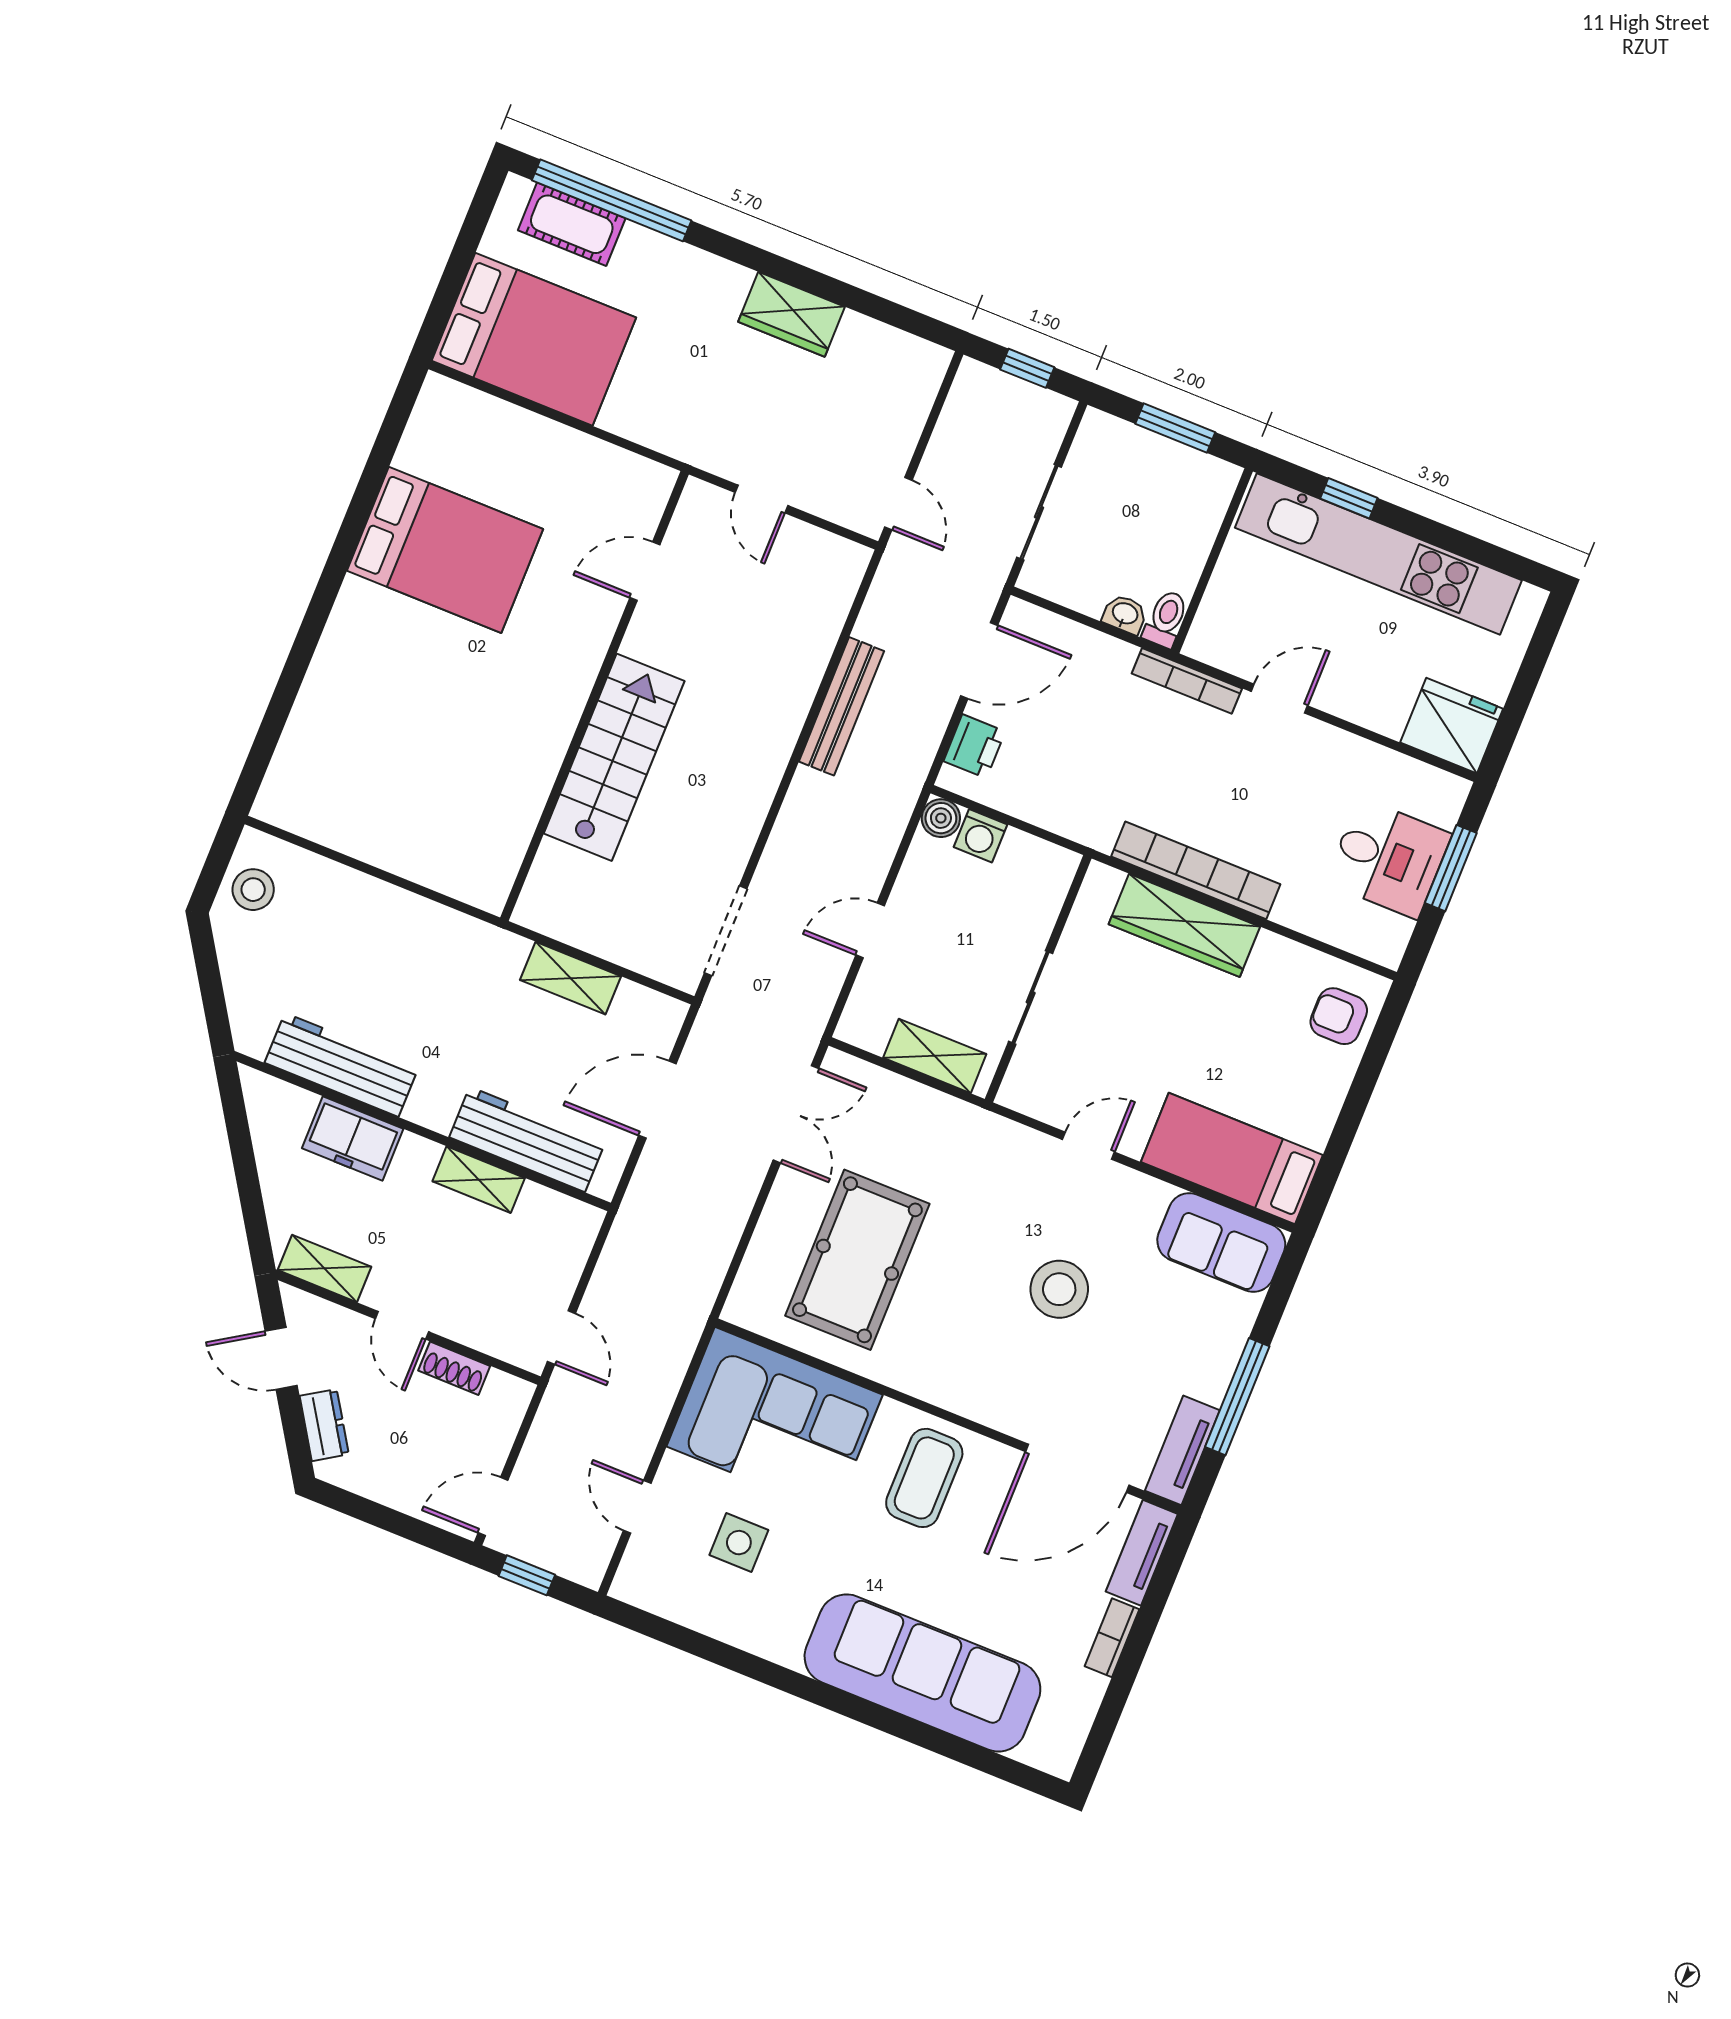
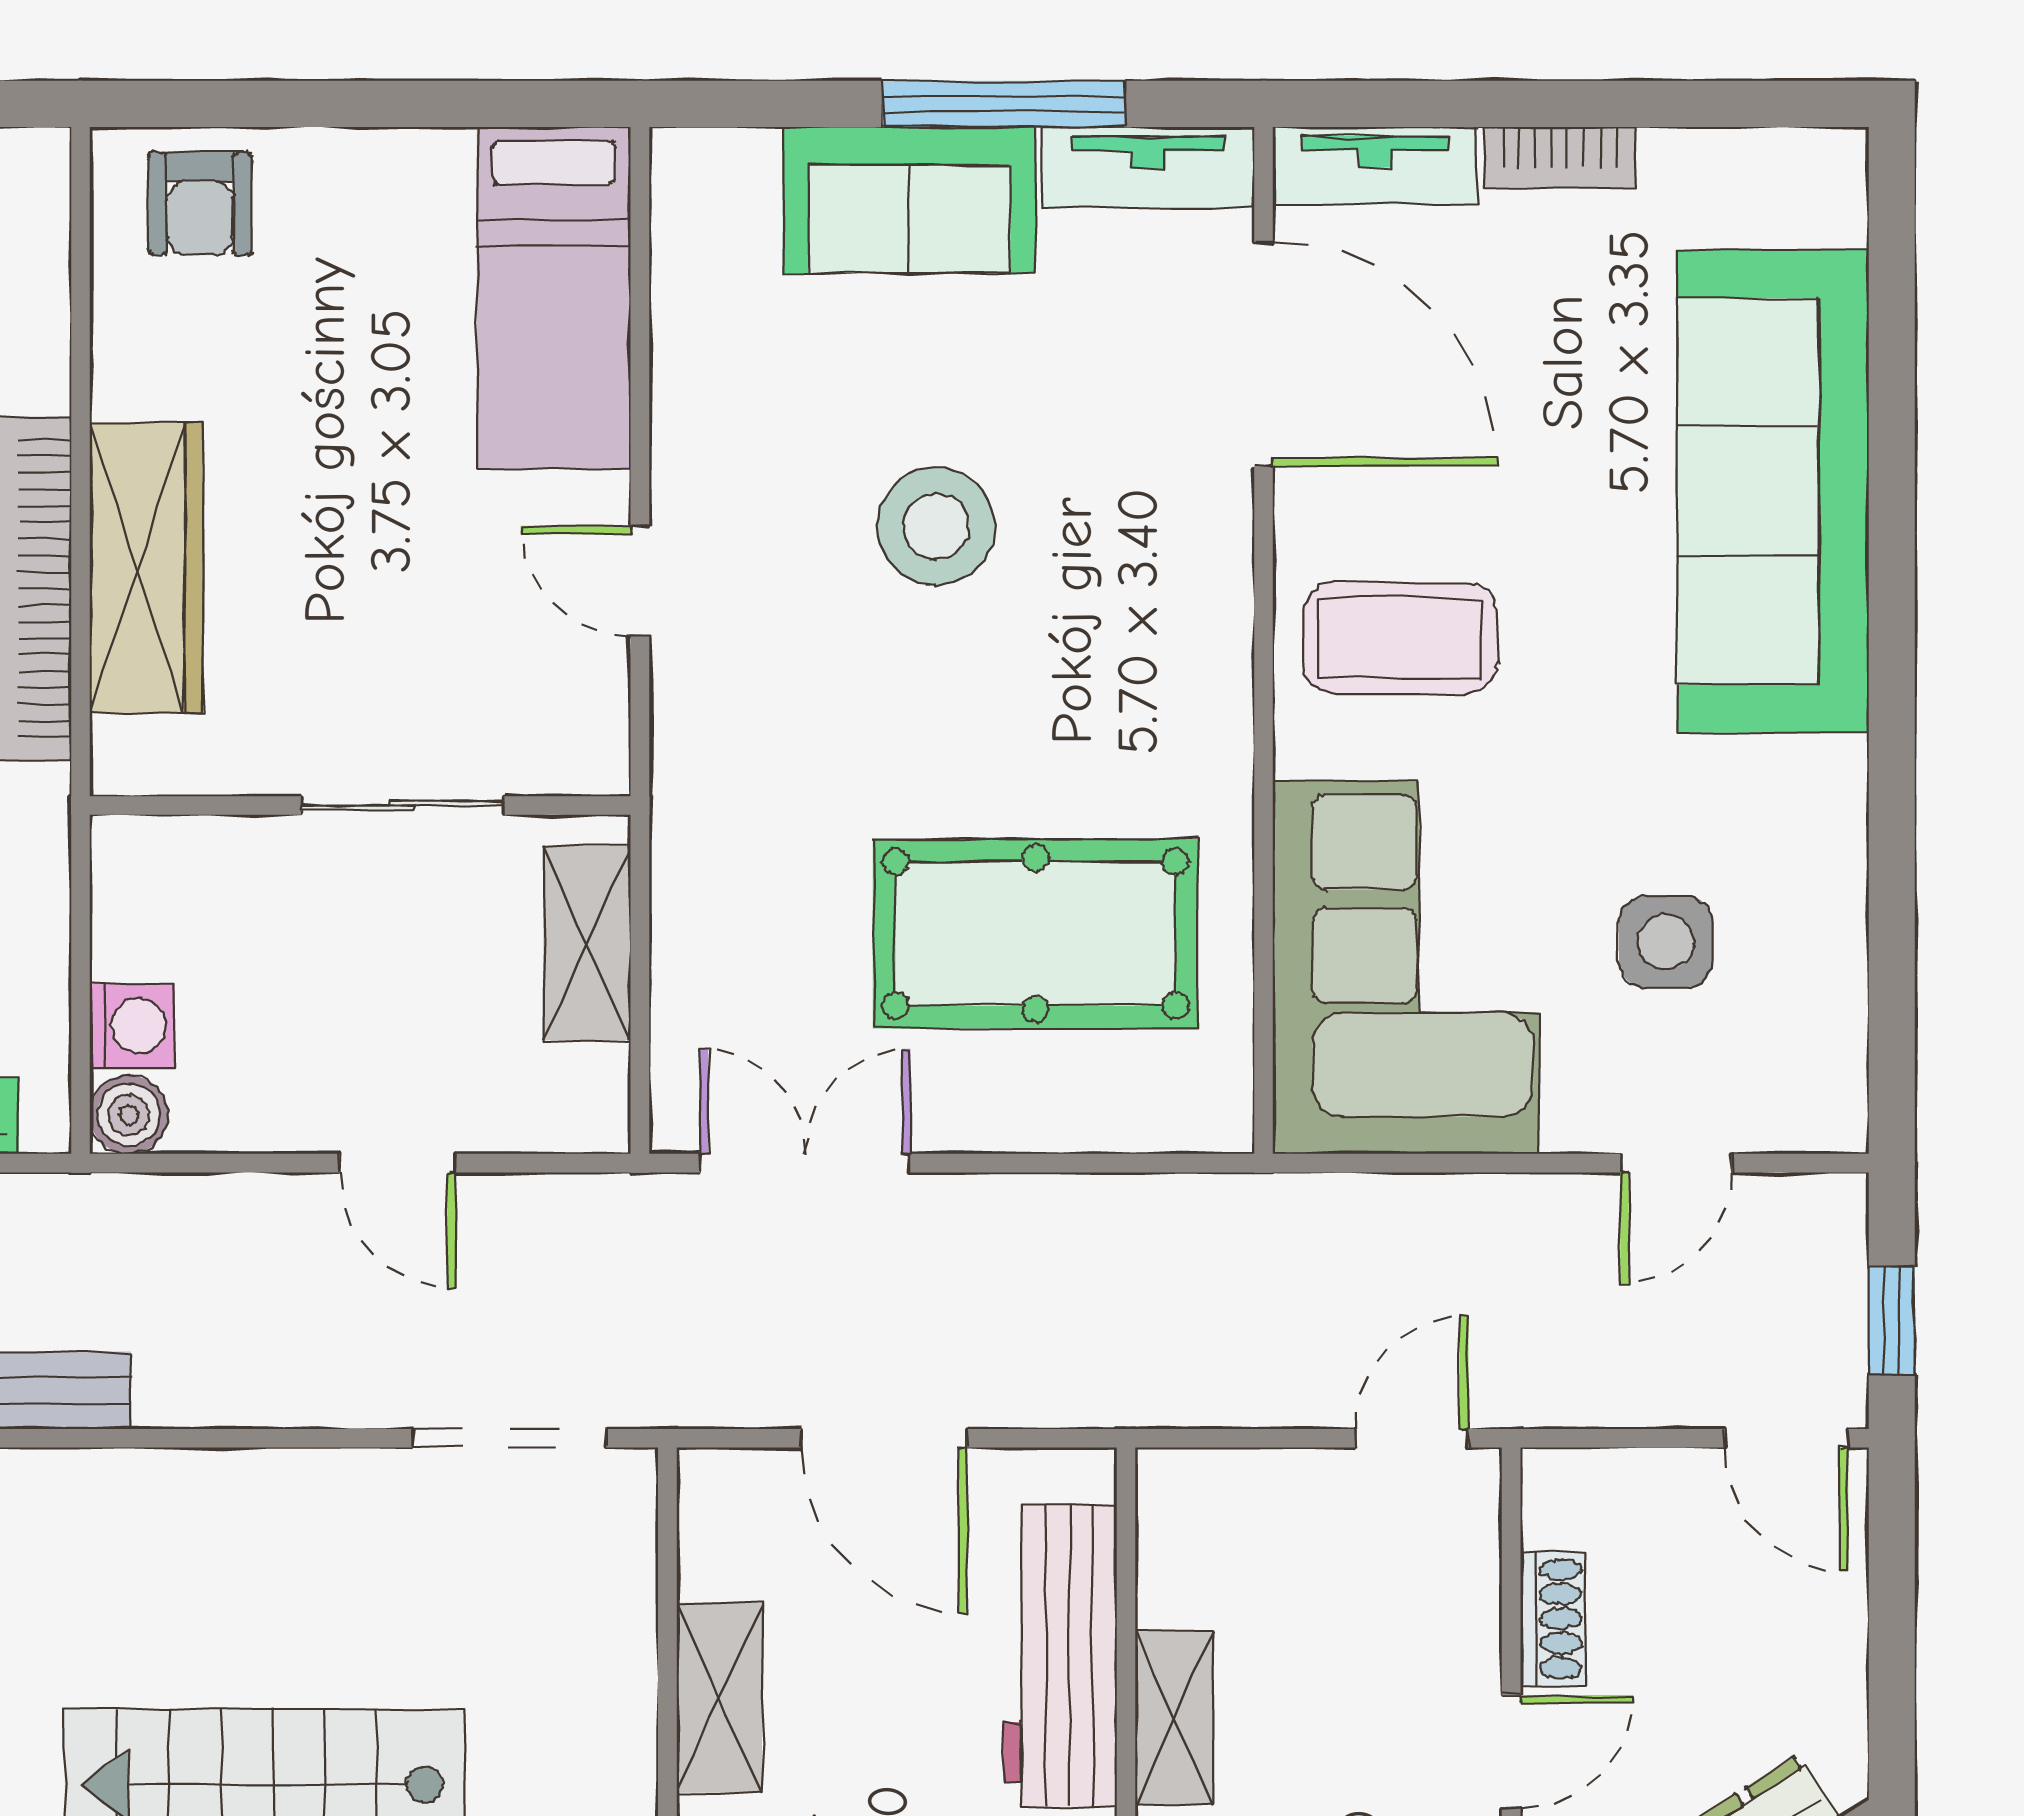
sofa: (1221, 1243) -> (909, 200), moved, turned 90

